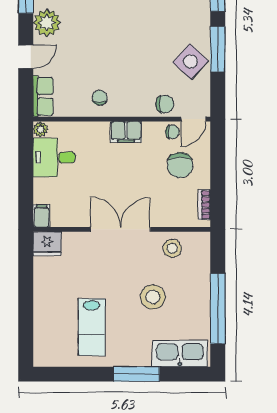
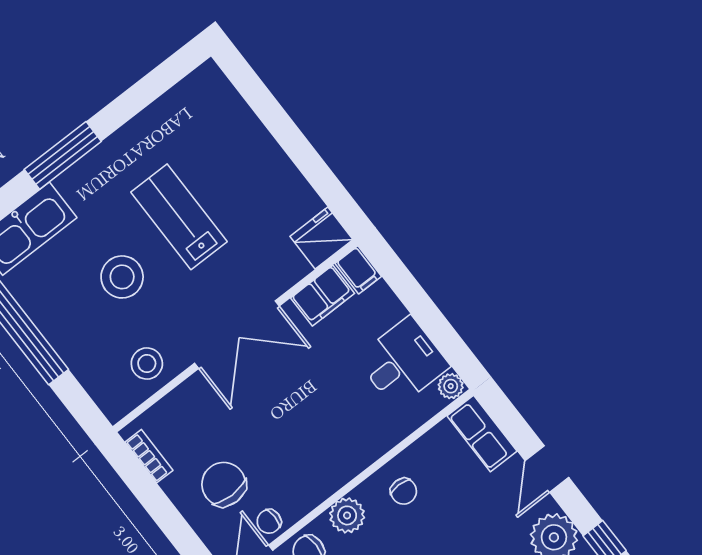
plant: (134, 107) -> (347, 515), added
filing cabinet: (126, 132) -> (323, 296), moved, turned 180
lab bench: (92, 327) -> (179, 217), moved

